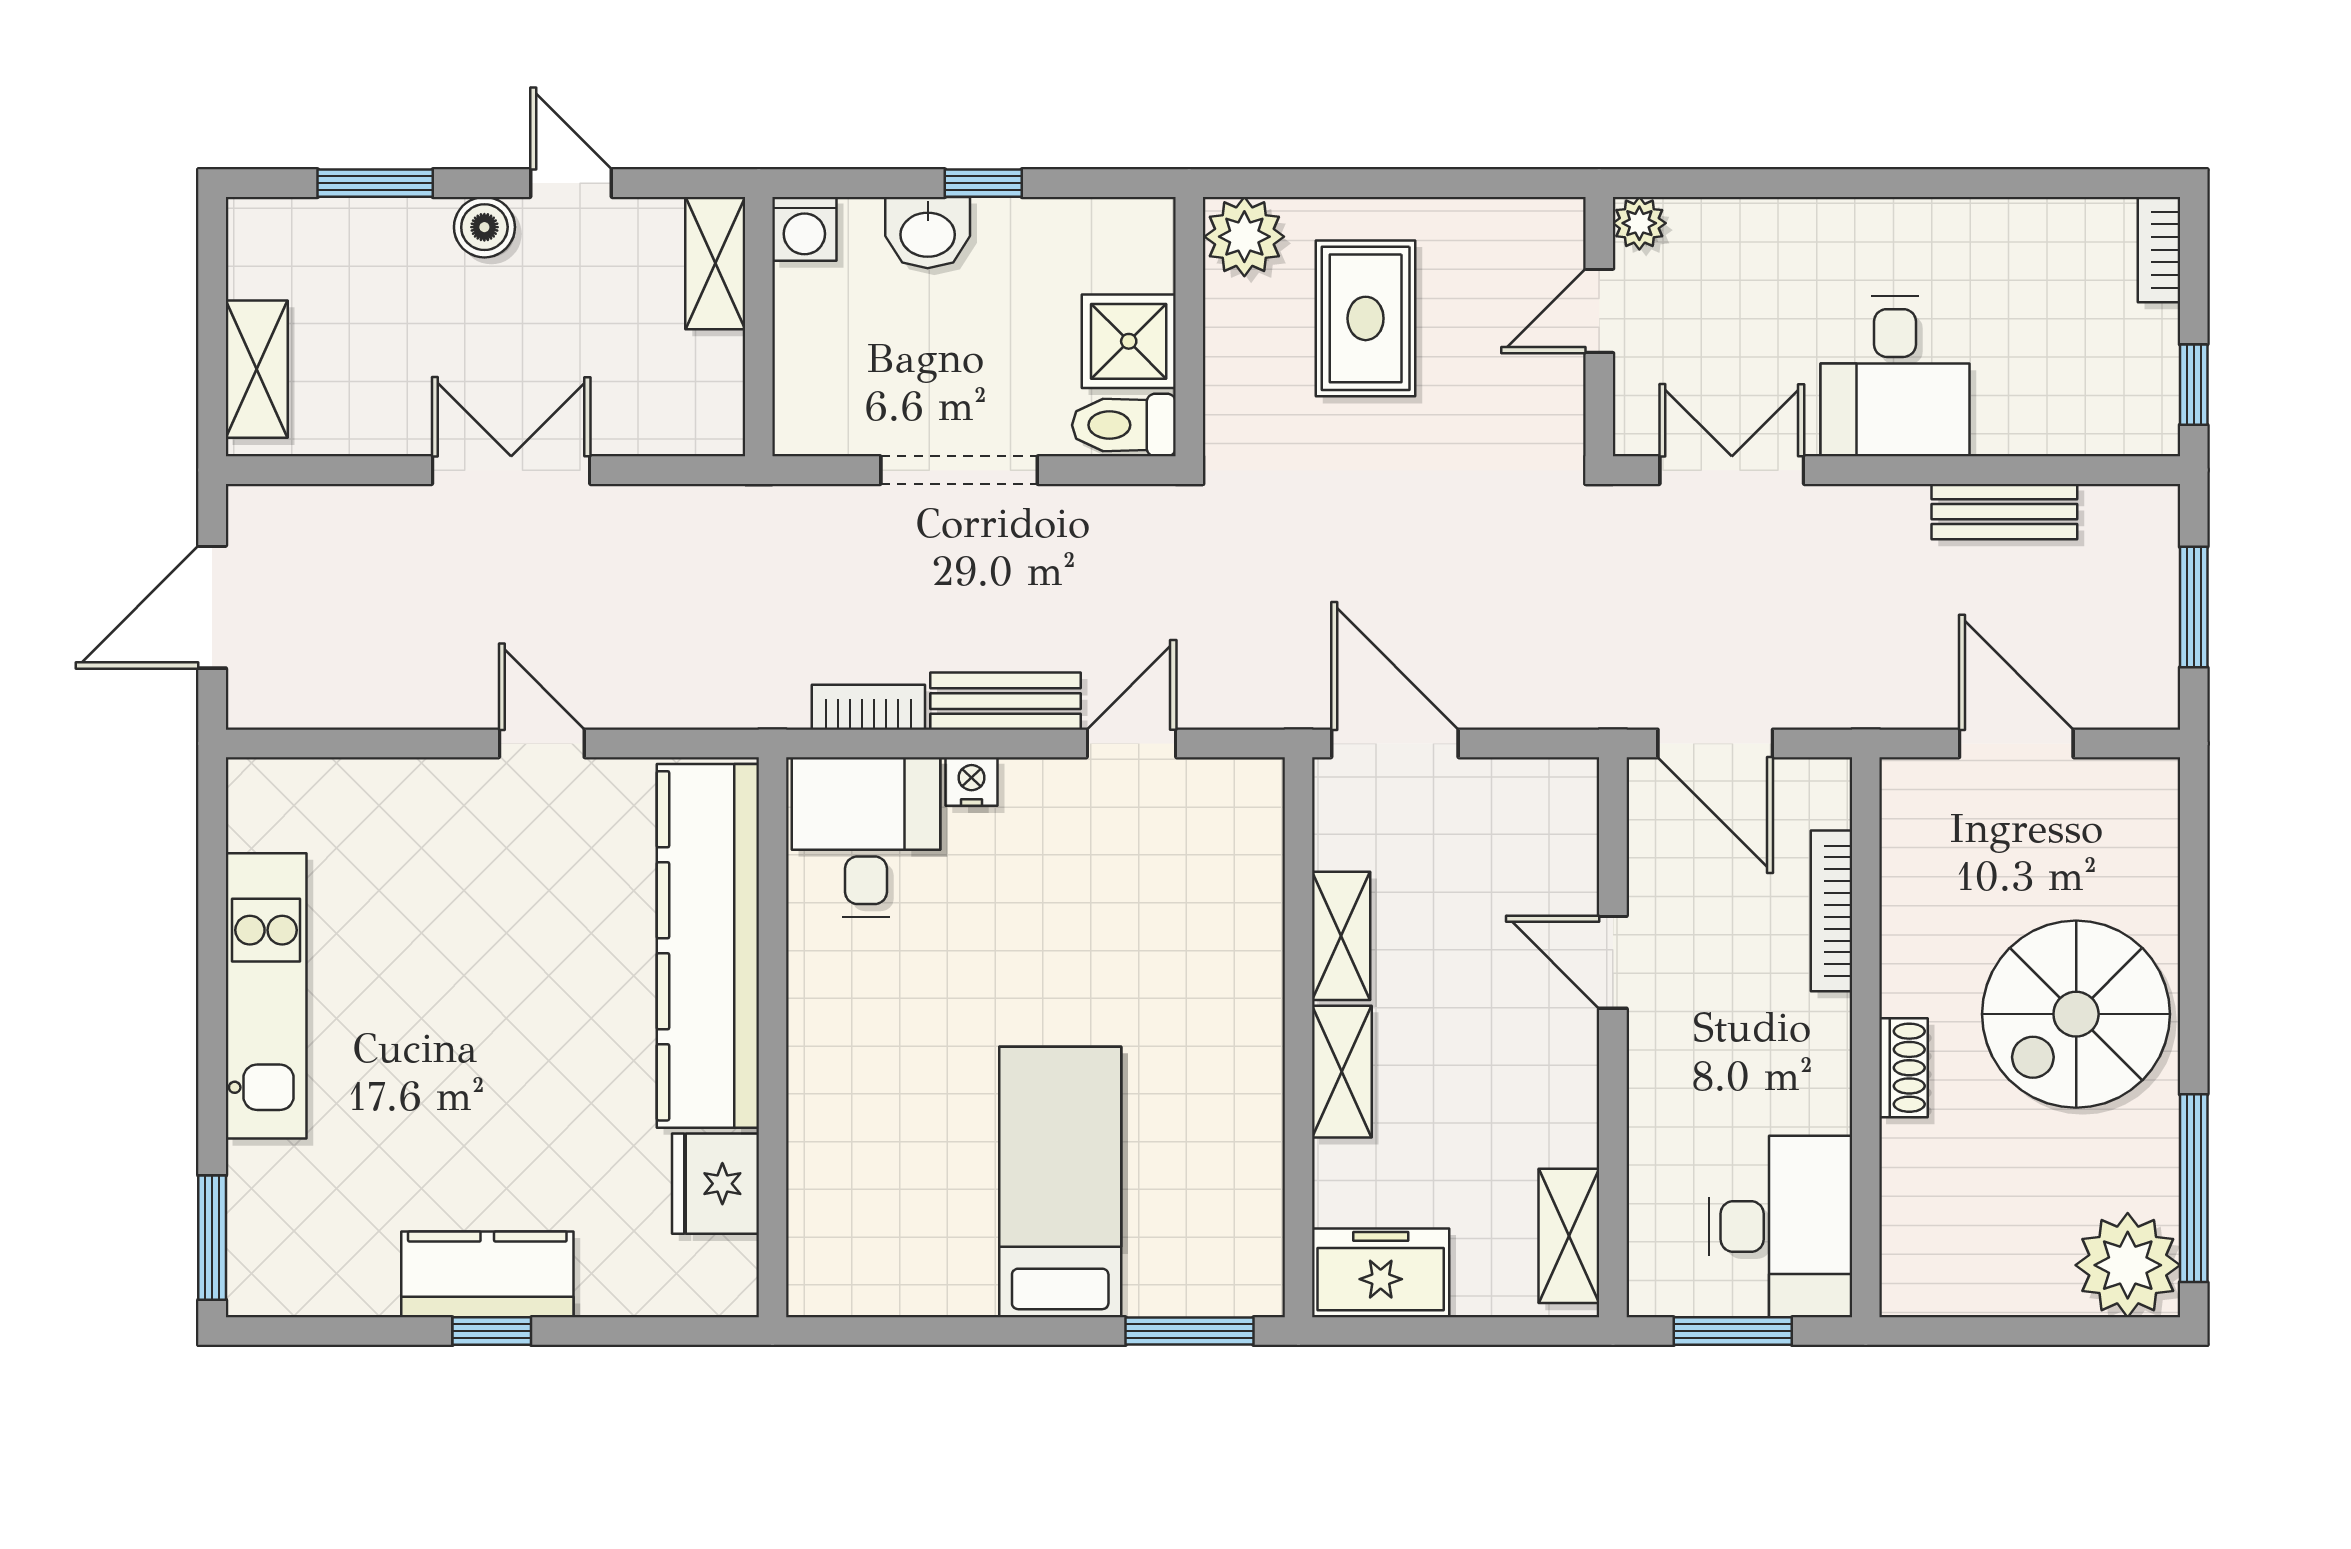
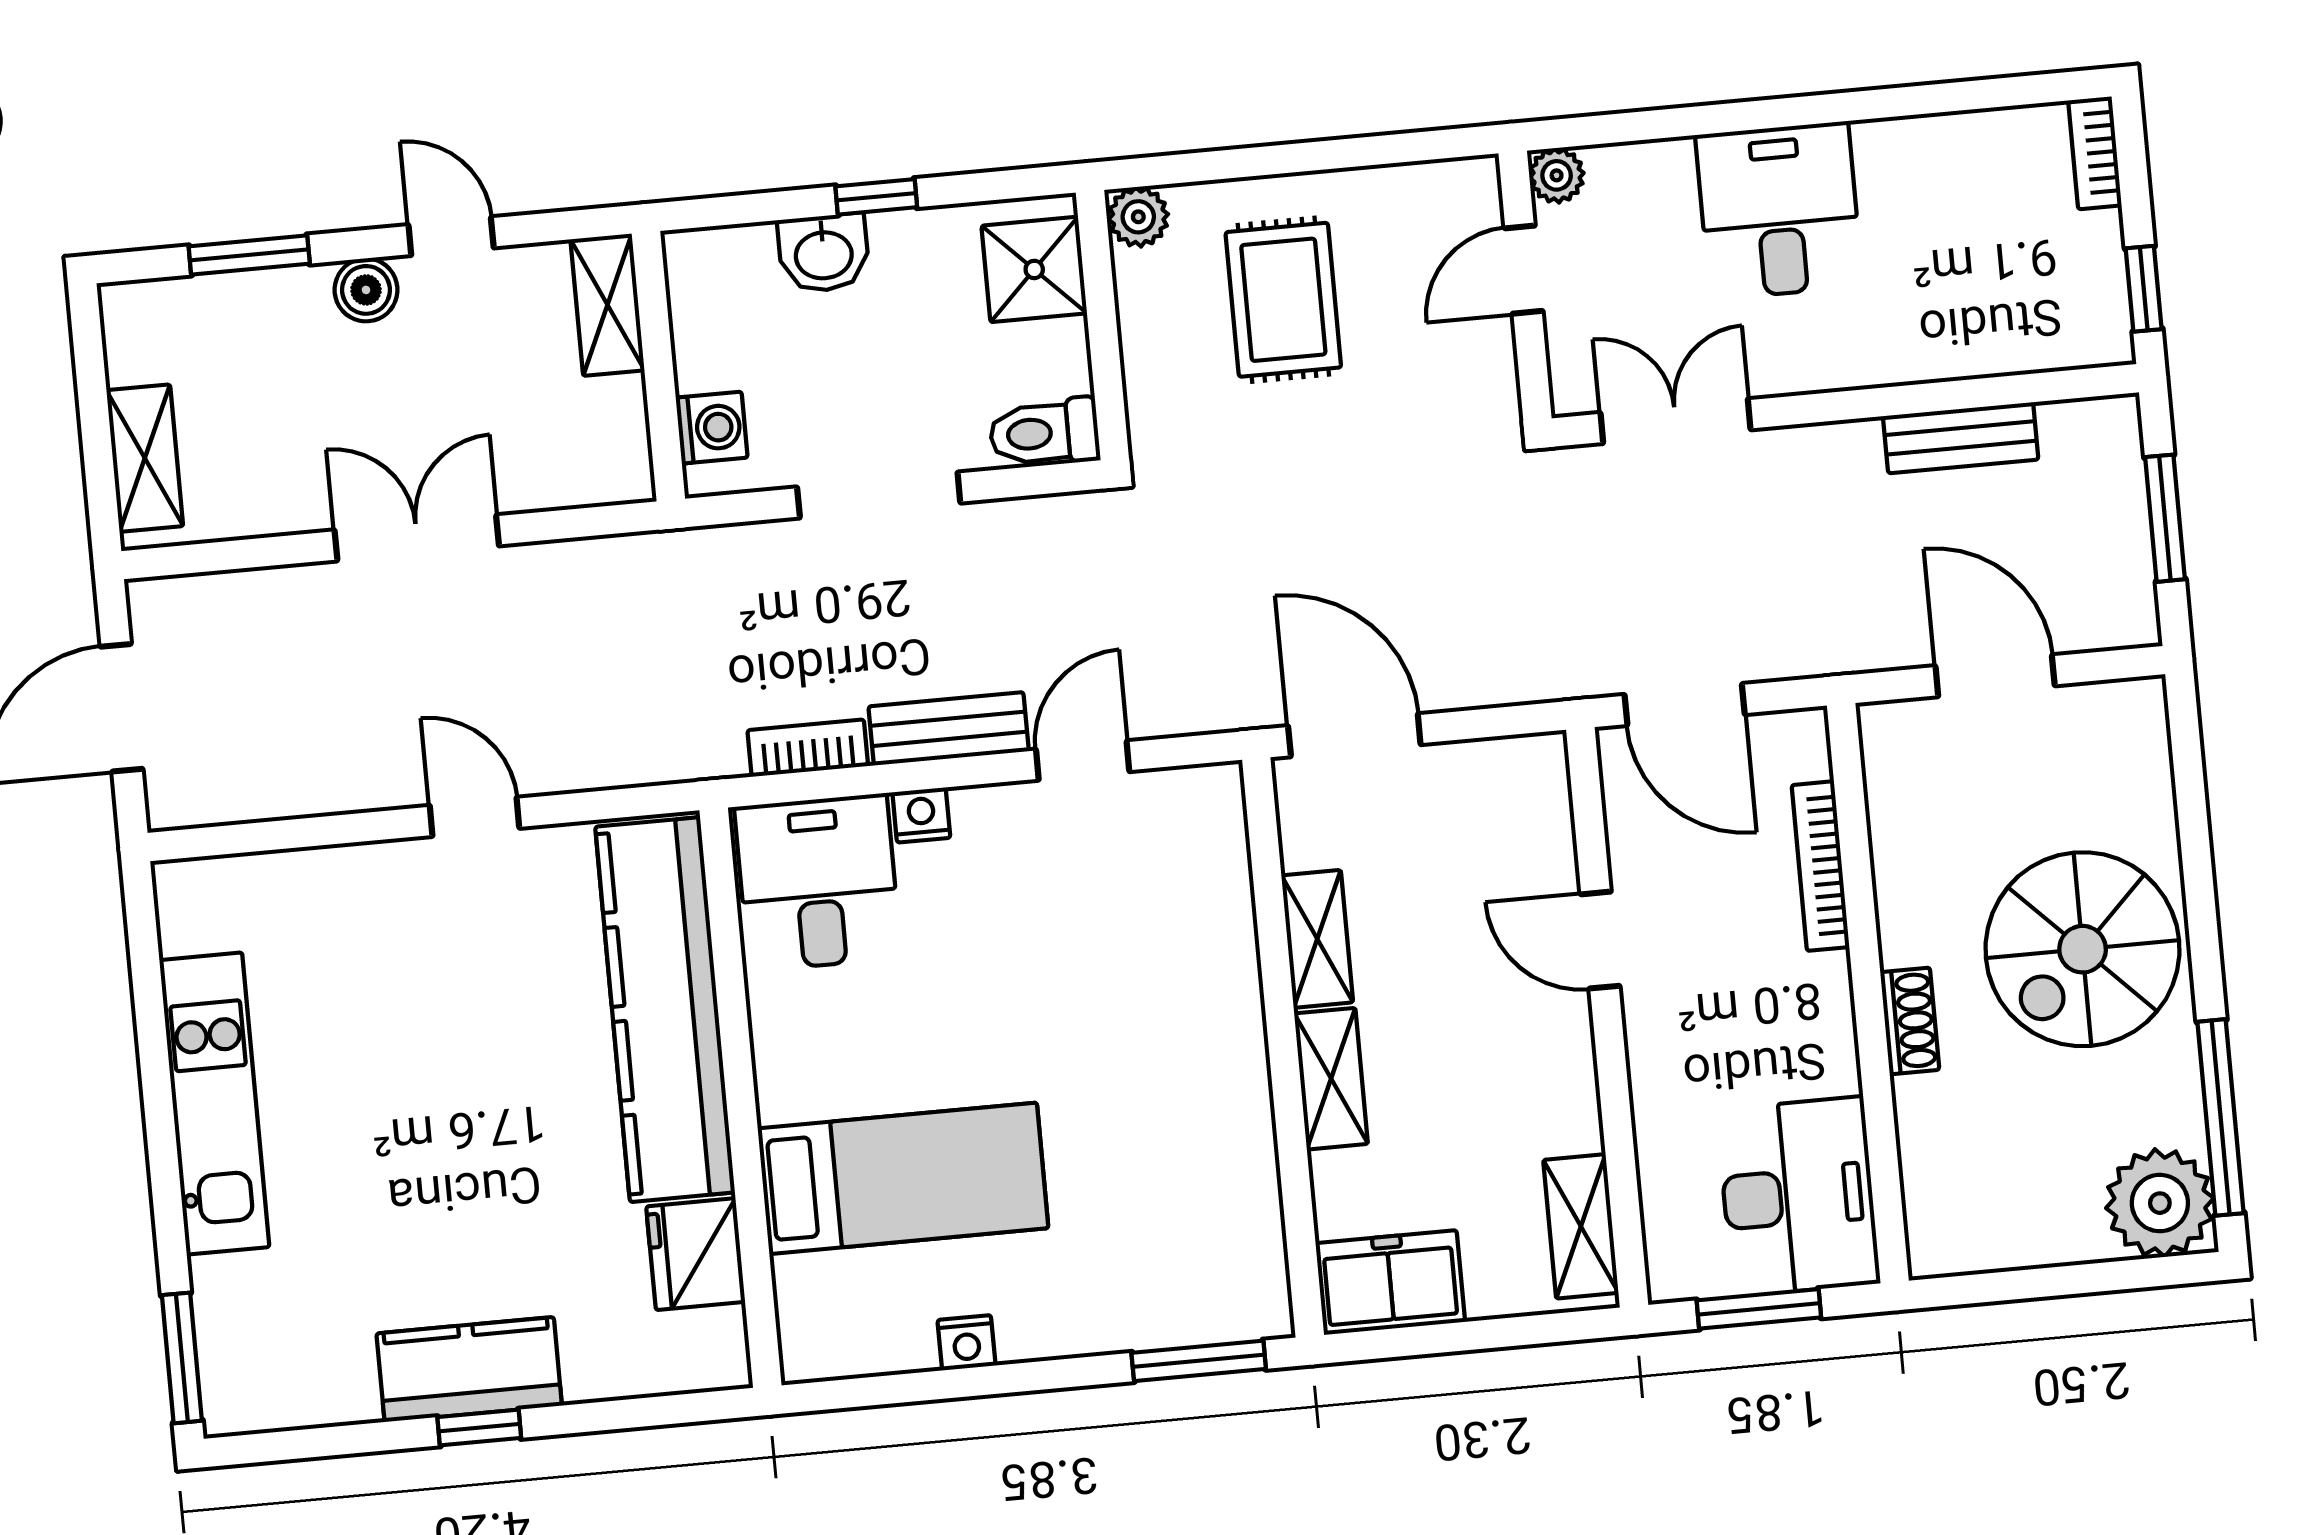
washing machine: (804, 229) -> (712, 428), moved, turned -90
plant: (1244, 237) -> (1138, 217), width x0.73, depth x0.73
shower: (1129, 341) -> (1034, 269), moved
desk: (1895, 376) -> (1779, 211), moved, turned 180
bed: (1060, 1182) -> (903, 1178), moved, turned 90
nightstand: (968, 1293) -> (966, 1343), added

